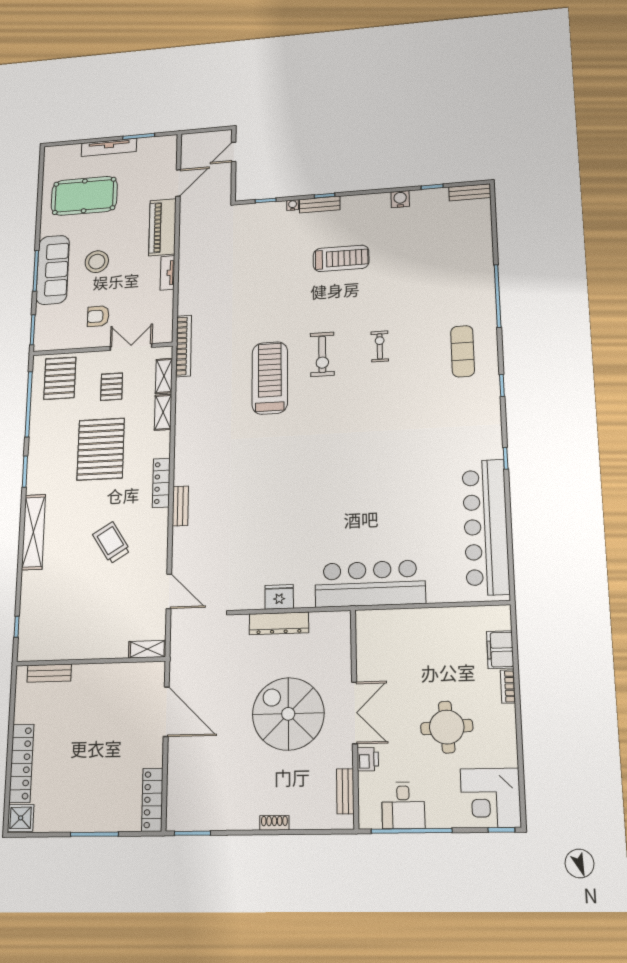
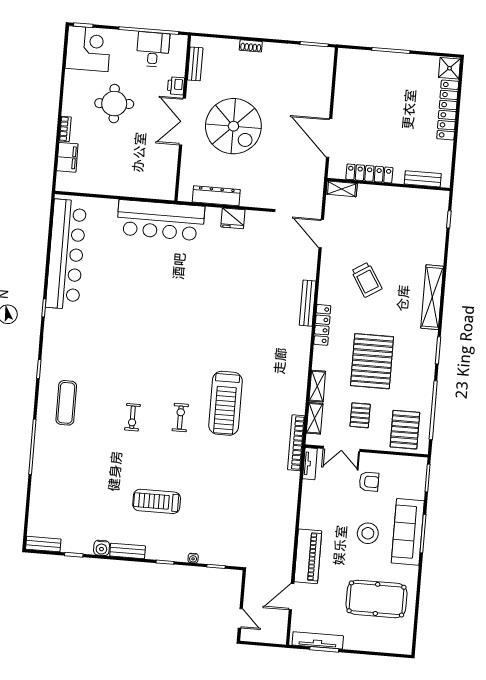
tv unit: (109, 147) -> (318, 640), moved
door: (234, 152) -> (240, 618), hinge flipped
bench: (320, 205) -> (128, 551), moved
tv unit: (168, 273) -> (310, 464), moved
exercise bike: (322, 354) -> (180, 417), width x0.73, depth x0.72
bench: (180, 506) -> (308, 303), width x1.36
dresser: (279, 623) -> (216, 196), moved
locker: (152, 800) -> (369, 173), moved, turned -90

